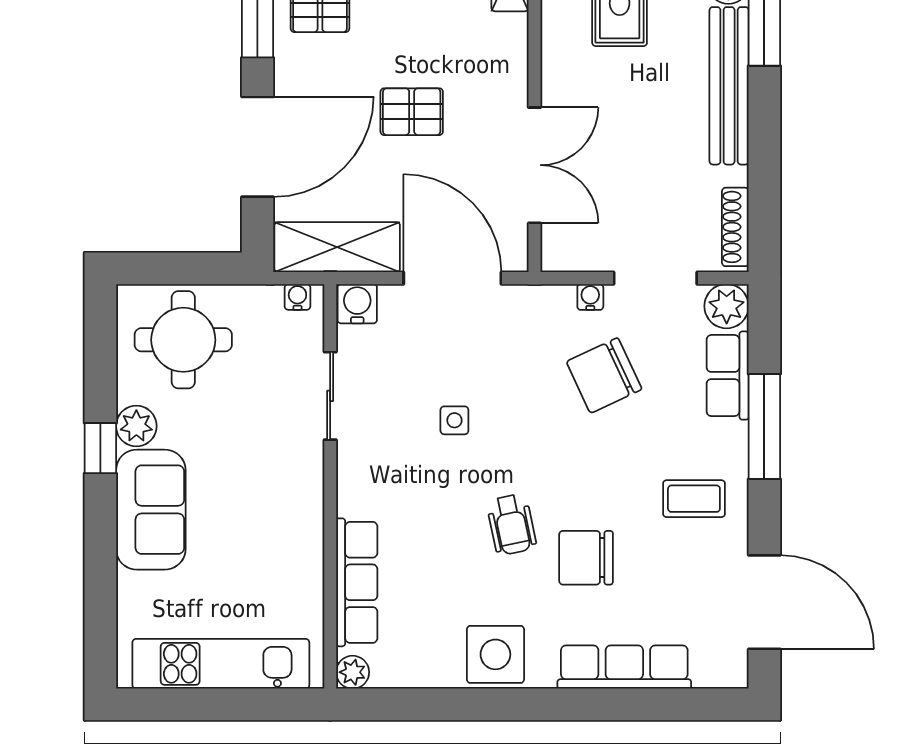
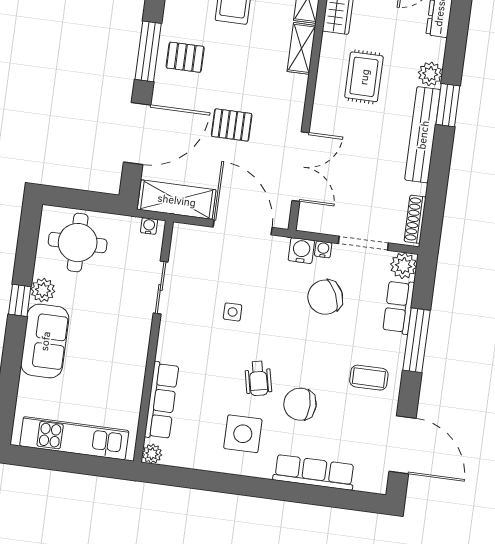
water cooler: (357, 304) -> (301, 251), moved
side table: (495, 654) -> (243, 434), moved

